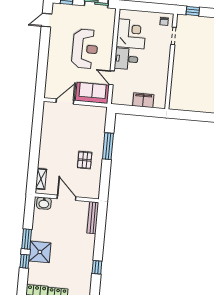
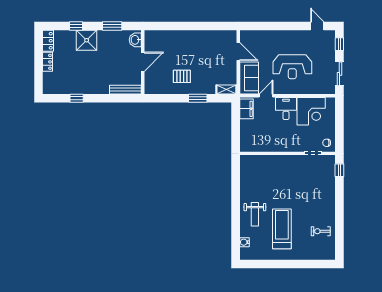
filing cabinet: (143, 100) -> (246, 109), moved
window: (108, 146) -> (198, 98), width x0.69
shelving: (41, 179) -> (226, 89), moved
window: (27, 239) -> (112, 26), moved

